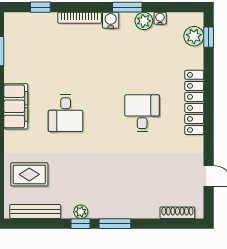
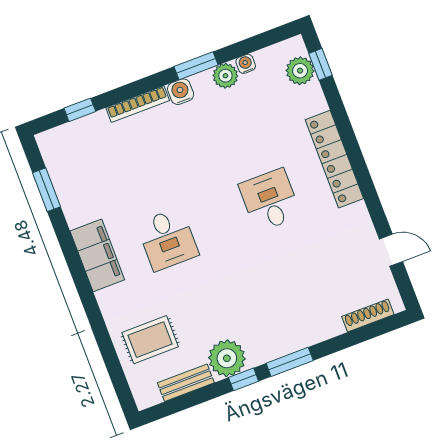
bench: (35, 211) -> (186, 383), width x0.73
plant: (81, 212) -> (227, 358), width x1.88, depth x1.88

